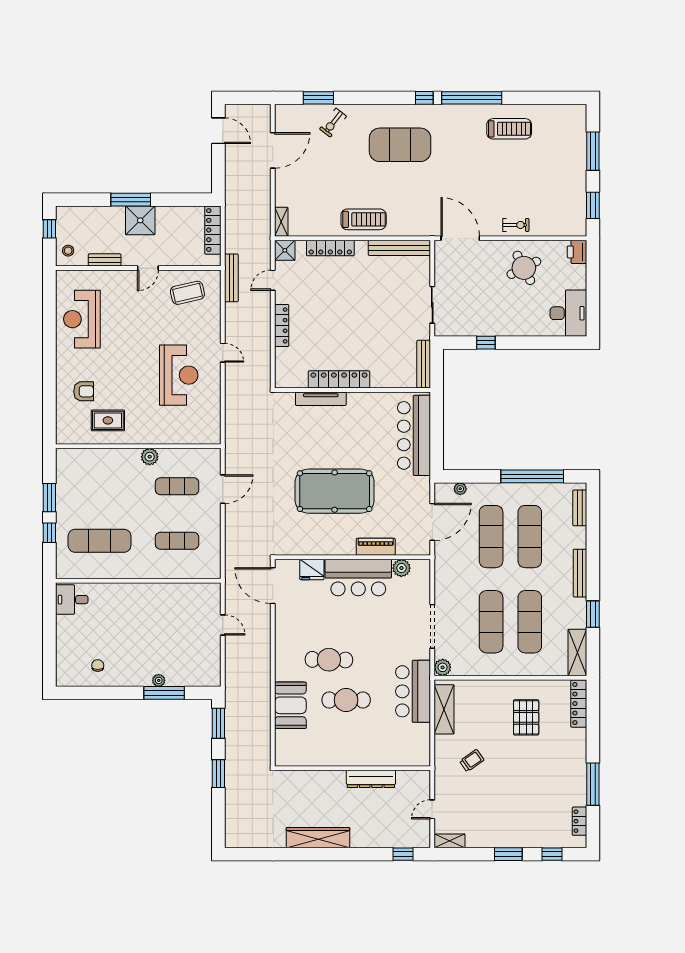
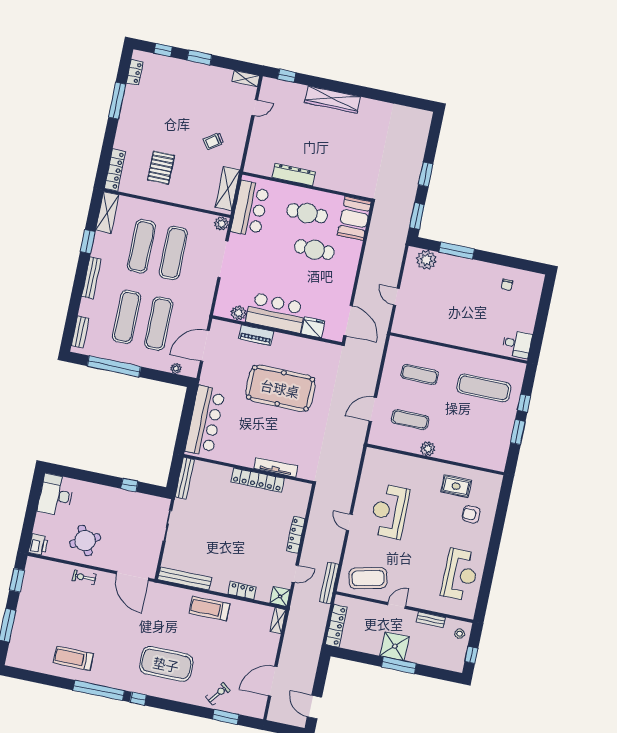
locker: (330, 248) -> (242, 590), width x0.66
coffee table: (187, 293) -> (368, 578), width x1.36, depth x1.32
plant: (159, 680) -> (426, 260), moved, width x1.88, depth x1.88
wall: (352, 768) -> (307, 187), moved
dresser: (371, 779) -> (294, 175), moved
wardrobe: (318, 838) -> (333, 100), moved

